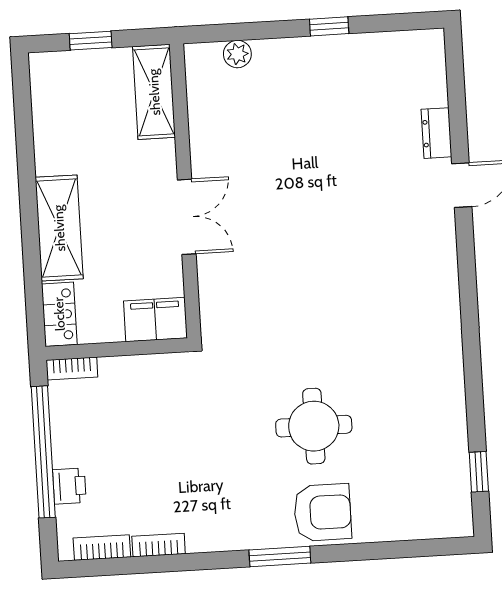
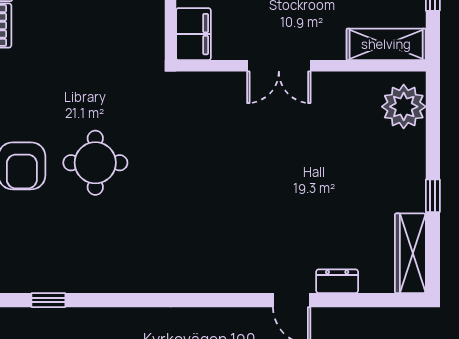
wardrobe: (398, 49) -> (410, 253), added
plant: (237, 54) -> (404, 107), width x1.88, depth x1.88

